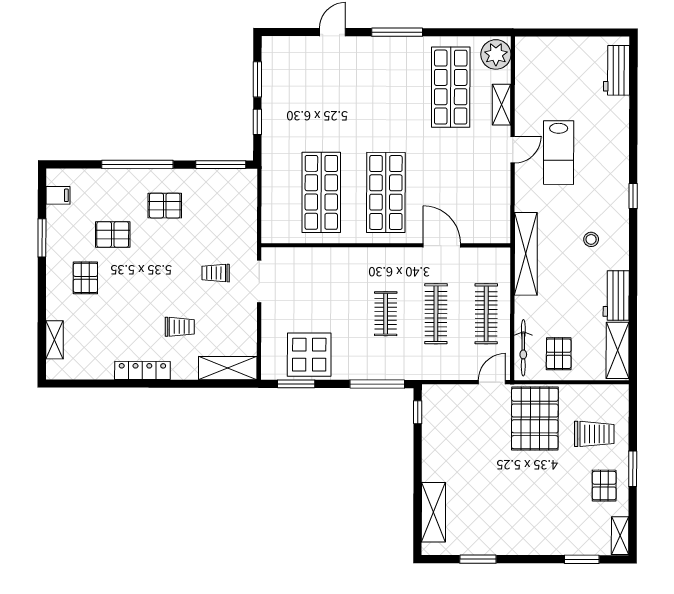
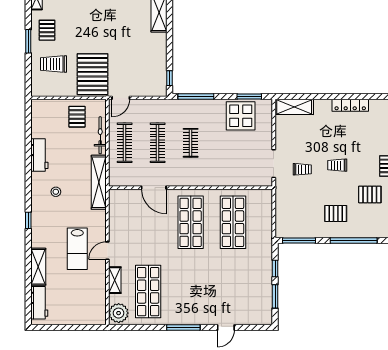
lab bench: (559, 153) -> (77, 249), turned 180
trolley: (180, 327) -> (337, 165), moved
bicycle: (523, 348) -> (100, 135), moved
shelving: (618, 350) -> (38, 267), moved

